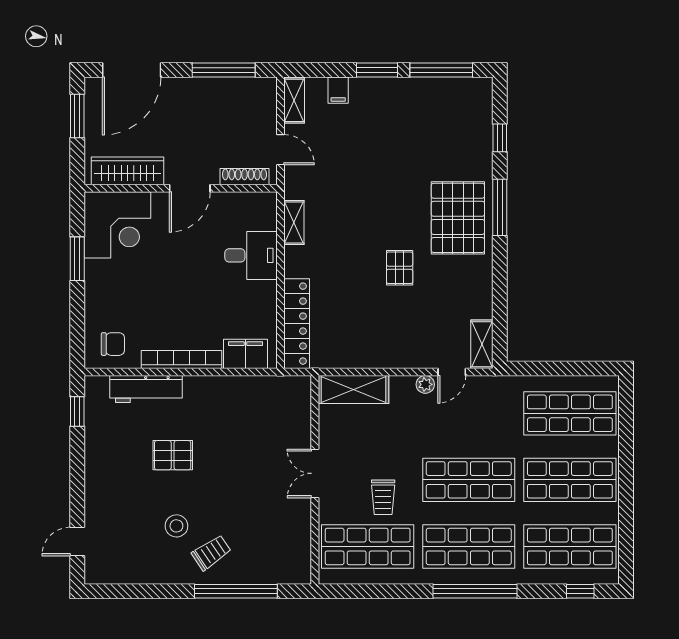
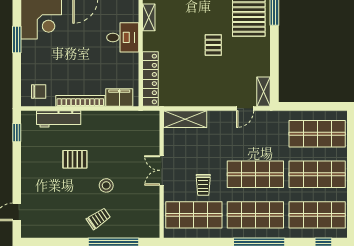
plant: (425, 384) -> (229, 116), removed
stool: (176, 526) -> (106, 185), moved

